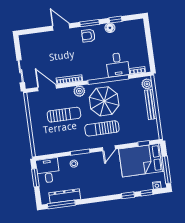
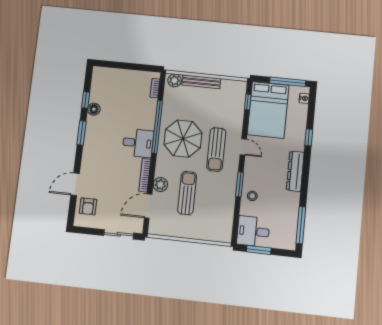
door: (61, 27) -> (75, 184), moved
armchair: (88, 36) -> (88, 206), moved
desk: (117, 65) -> (138, 143), moved
plant: (79, 91) -> (160, 185), moved
window: (147, 193) -> (311, 113), removed
dresser: (65, 196) -> (295, 171), moved

